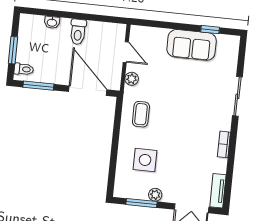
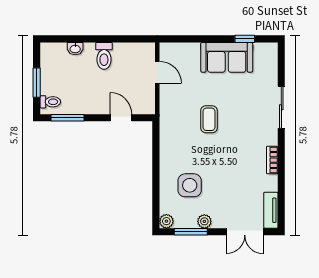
plant: (132, 79) -> (166, 221), moved
door: (88, 91) -> (121, 118), width x0.53
coffee table: (141, 114) -> (209, 119), moved

